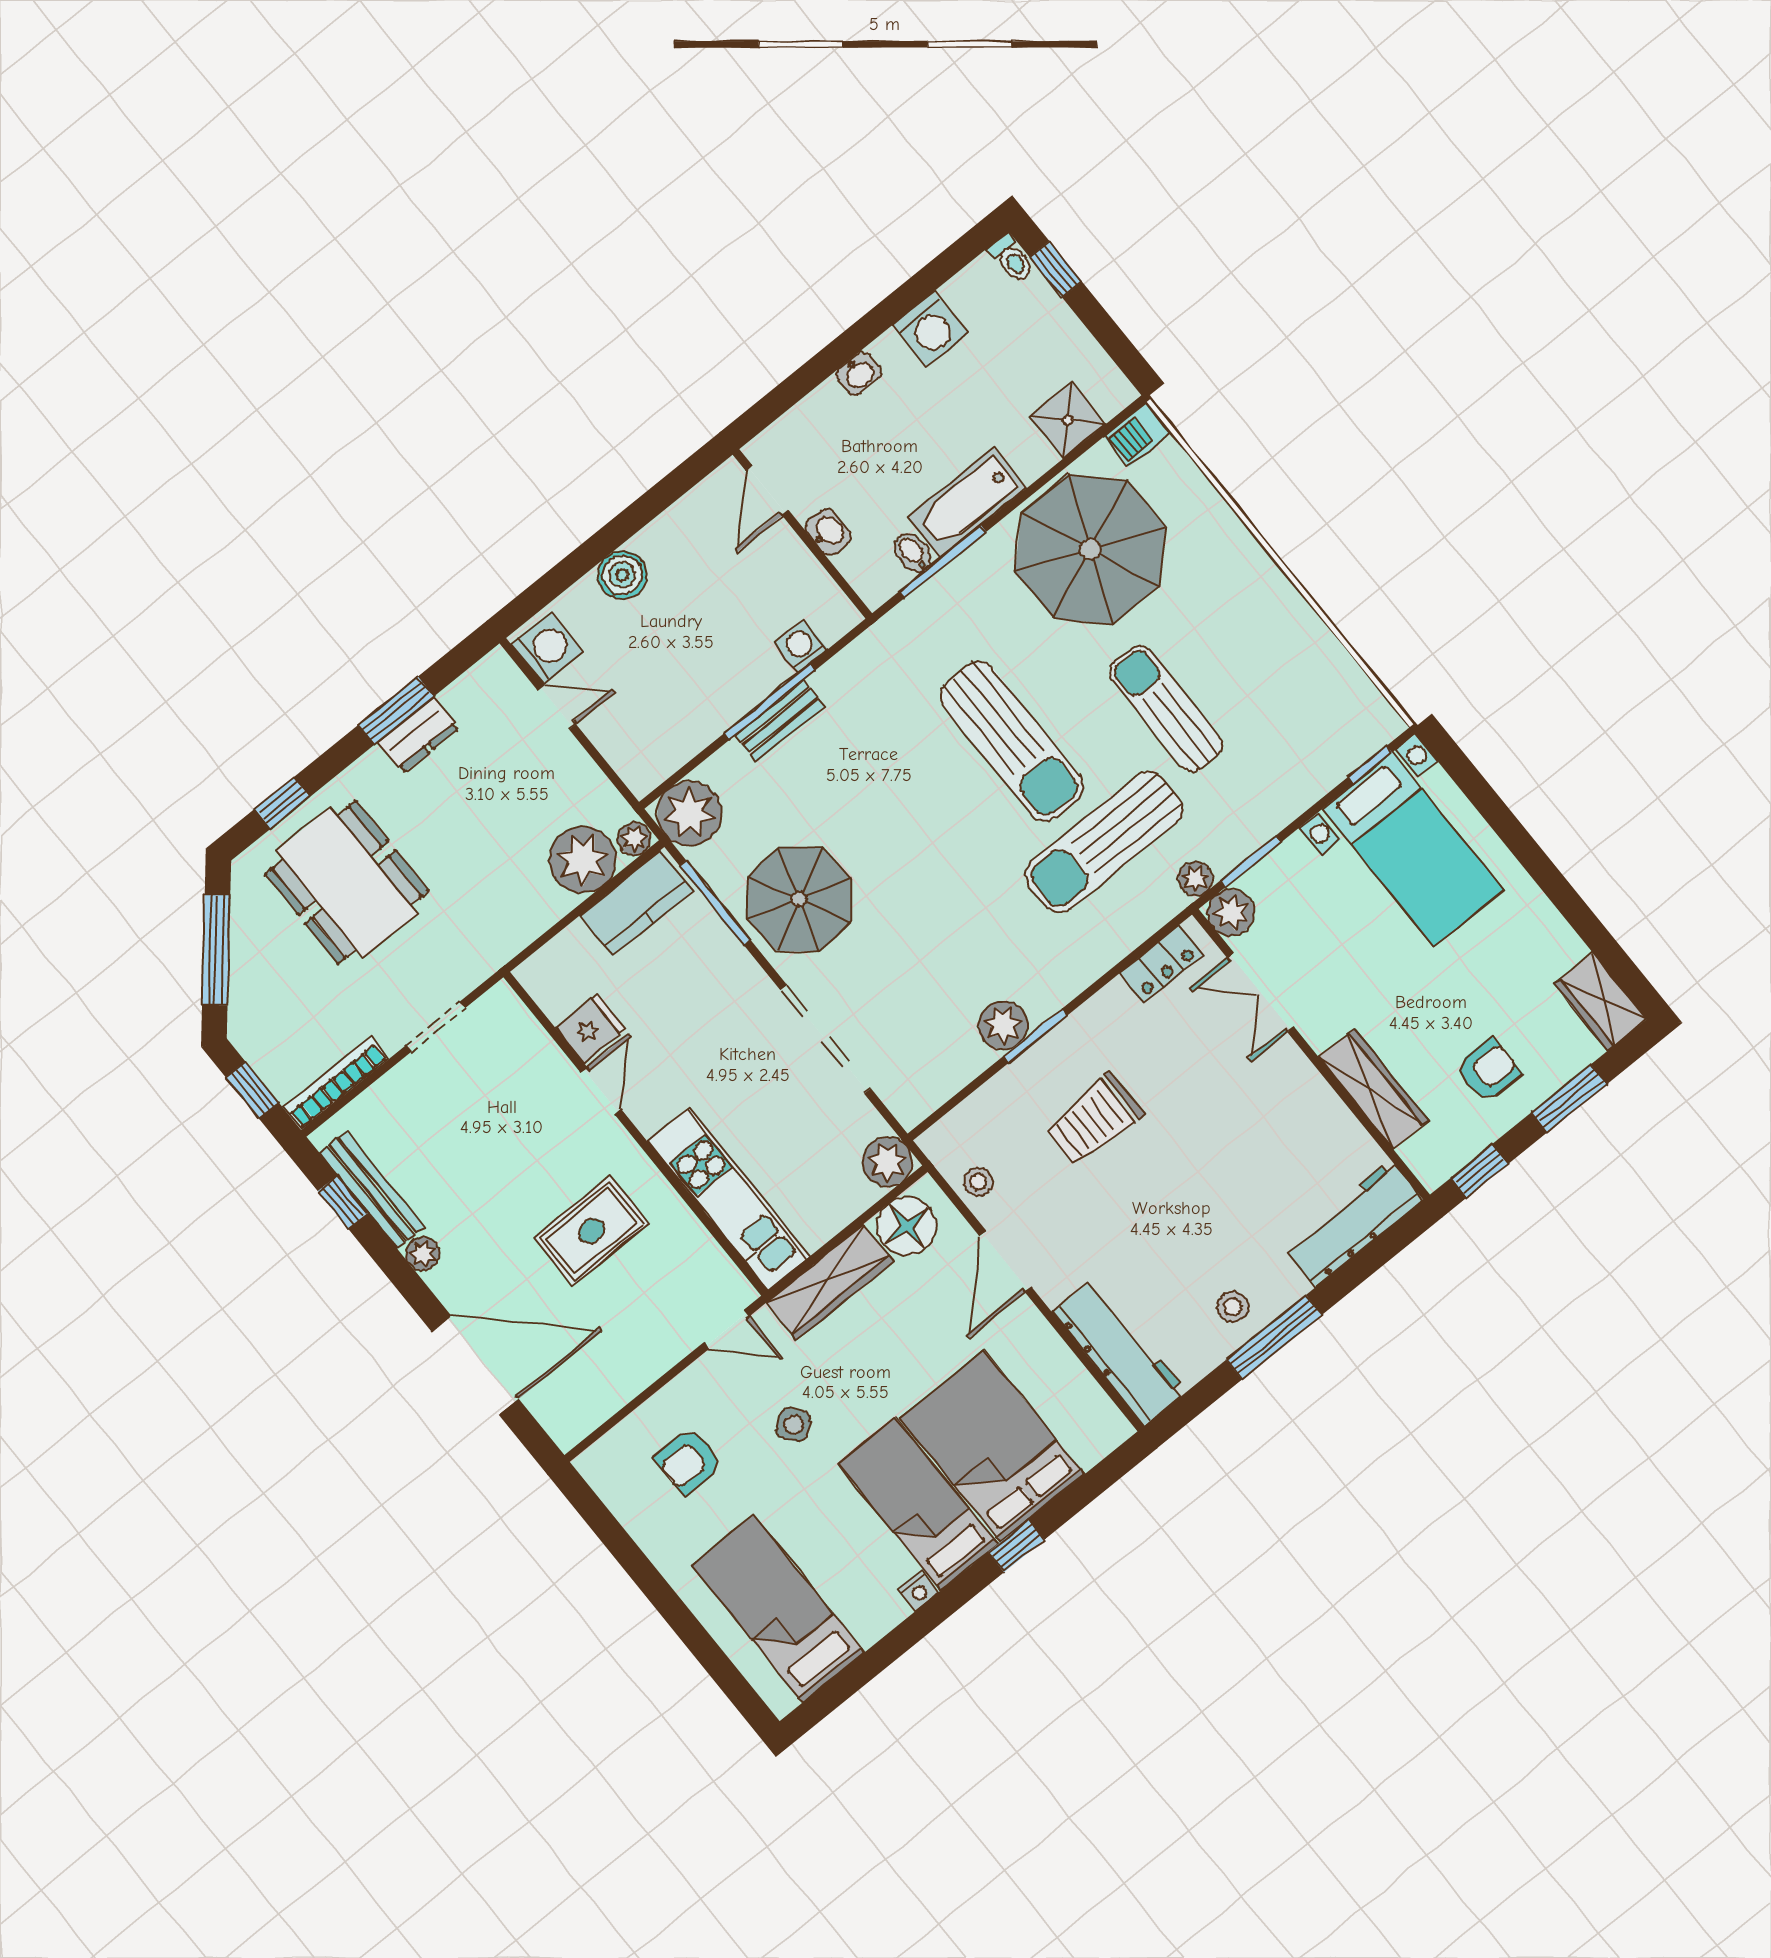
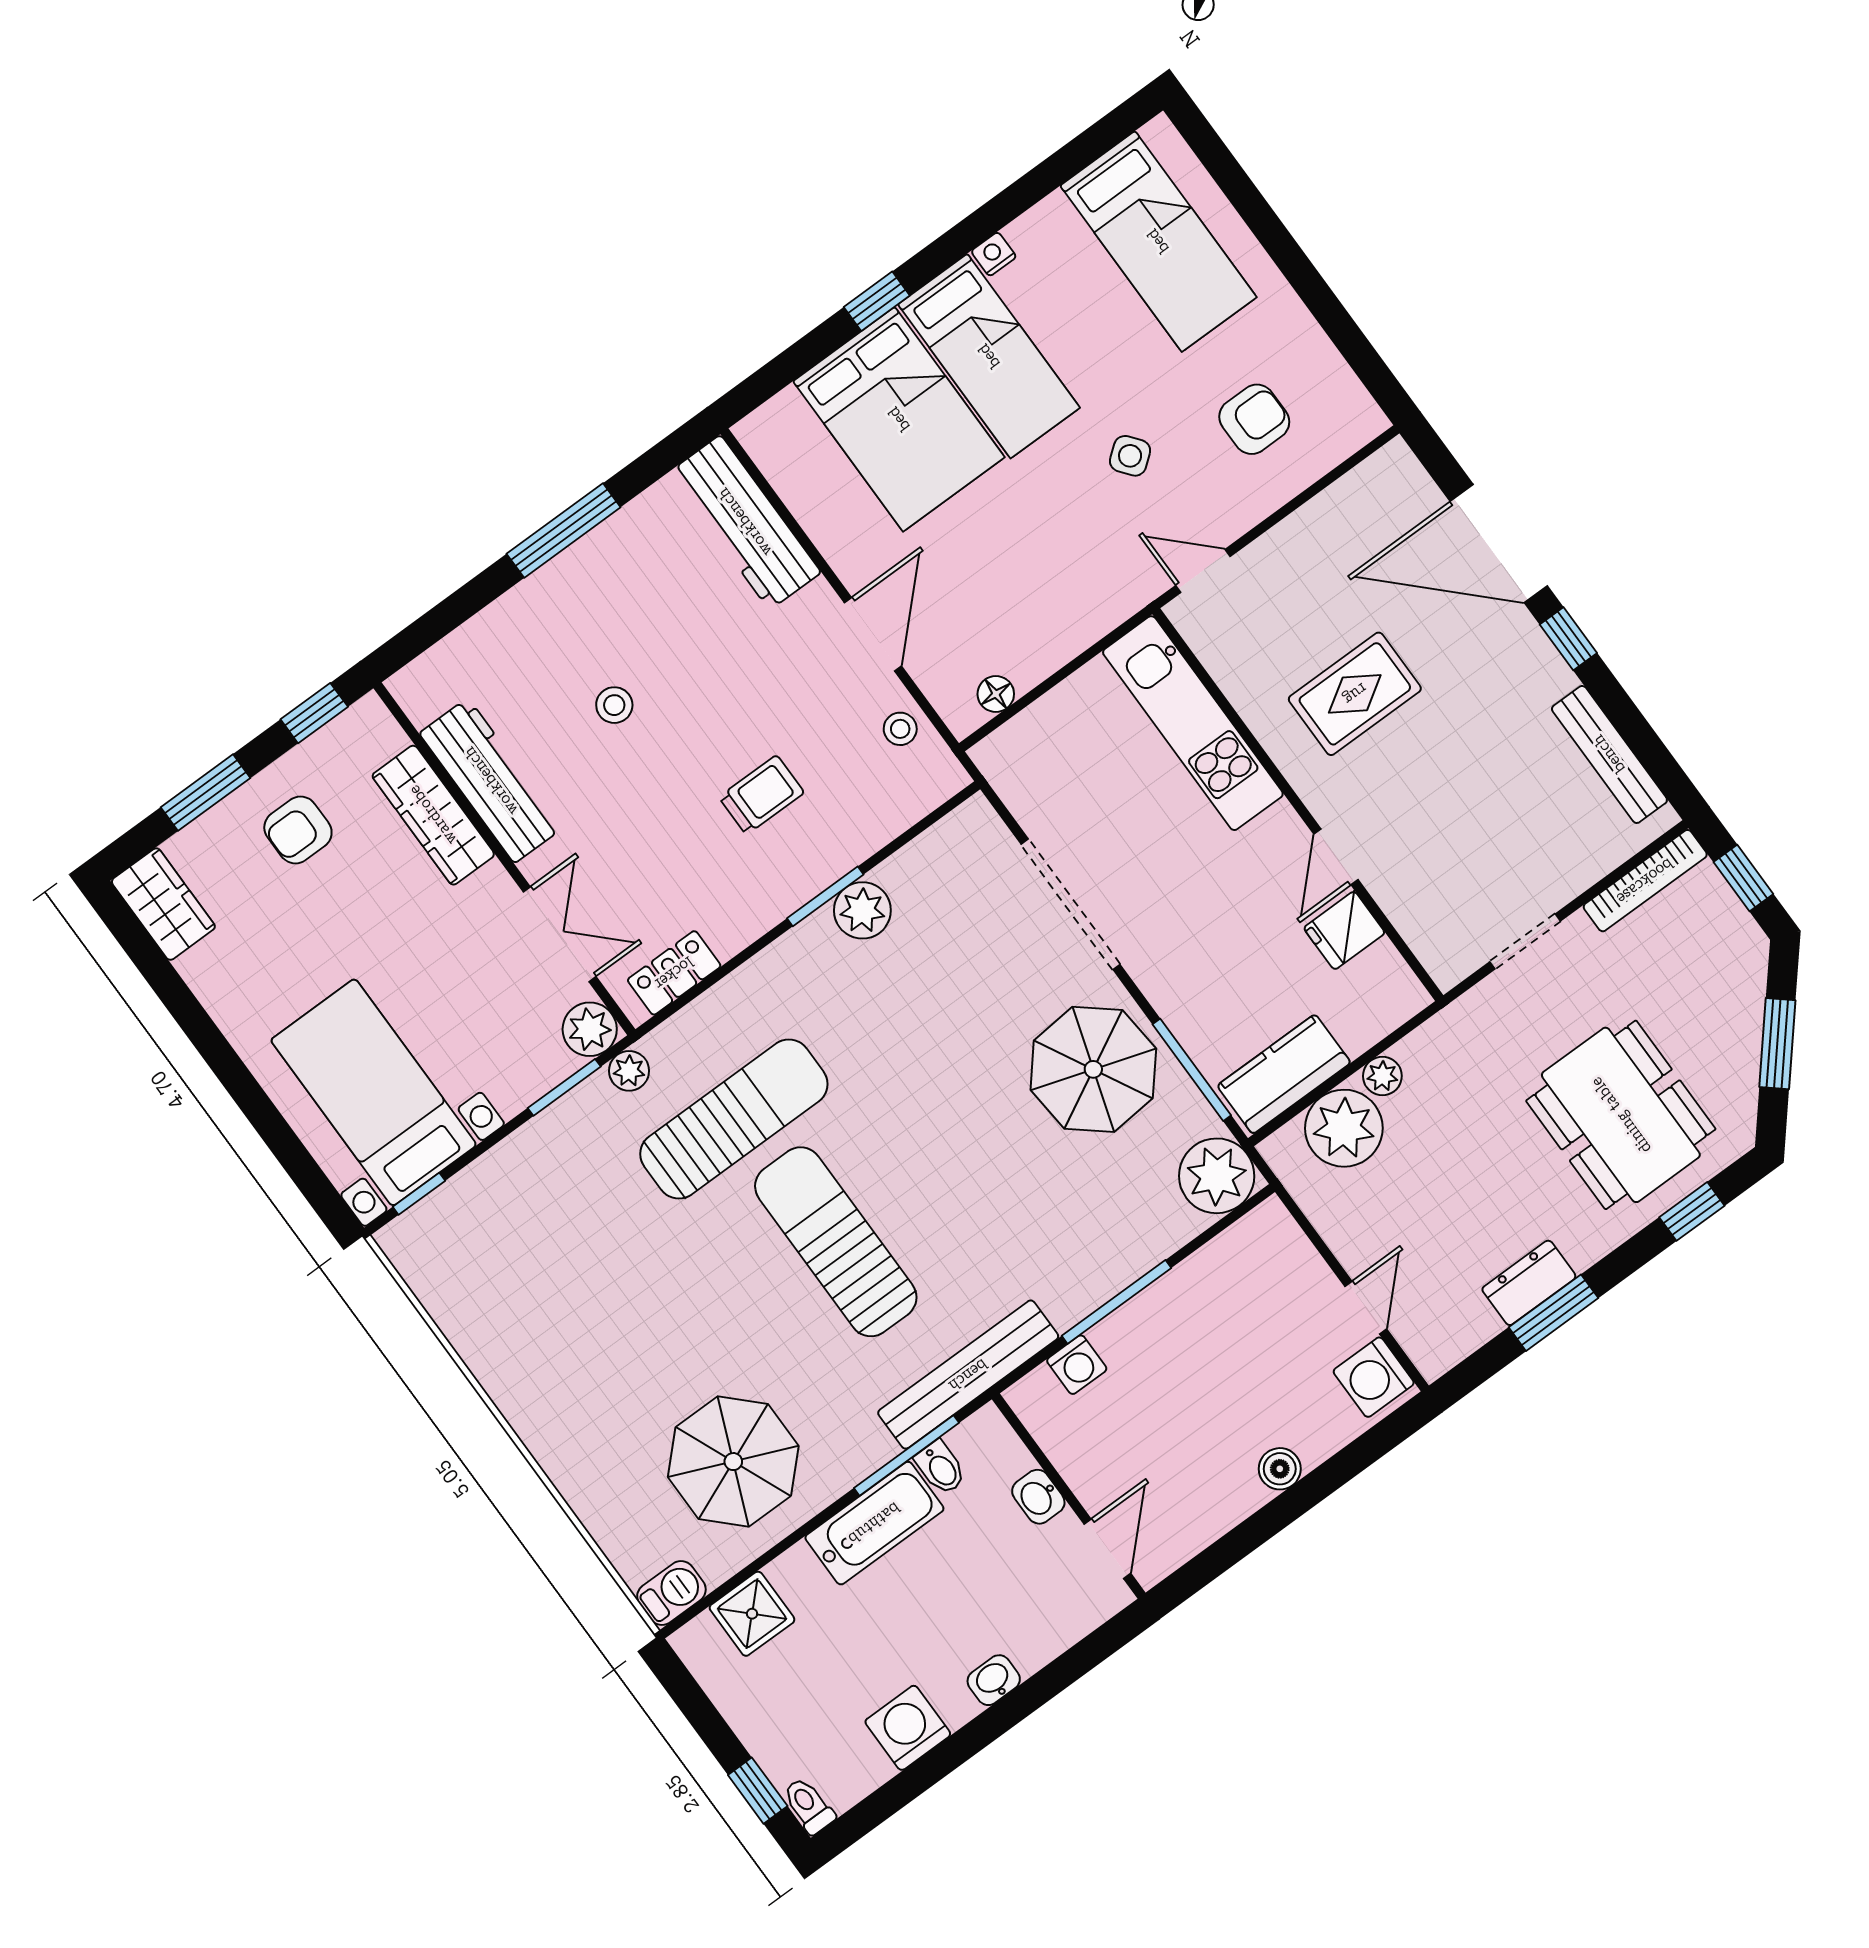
parasol: (1090, 549) -> (733, 1462), width x0.73, depth x0.73
boiler: (622, 575) -> (1280, 1469), width x0.73, depth x0.73
door: (557, 707) -> (1366, 1308), swing flipped
sun lounger: (1166, 709) -> (654, 1271), removed
bench: (779, 721) -> (968, 1375), moved, width x1.86, depth x1.21
plant: (634, 839) -> (1382, 1076), moved
window: (216, 950) -> (1777, 1044), width x0.69
trolley: (1094, 1120) -> (762, 795), width x0.73, depth x0.72
plant: (888, 1162) -> (1005, 758), removed
window: (343, 1202) -> (1568, 639), moved
workbench: (1353, 1223) -> (491, 781), moved, turned -90
floor lamp: (907, 1226) -> (996, 694), width x0.53, depth x0.53
plant: (423, 1254) -> (1554, 677), removed
wardrobe: (830, 1282) -> (1079, 620), removed
stool: (1233, 1307) -> (614, 705), moved

